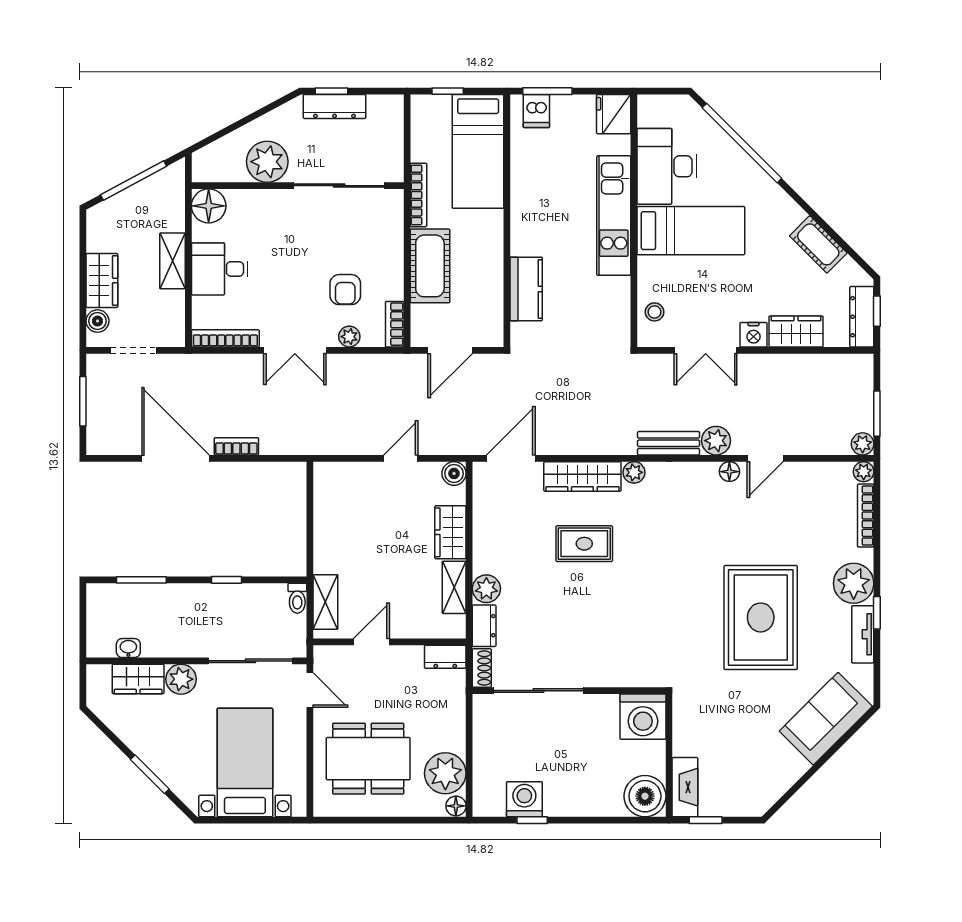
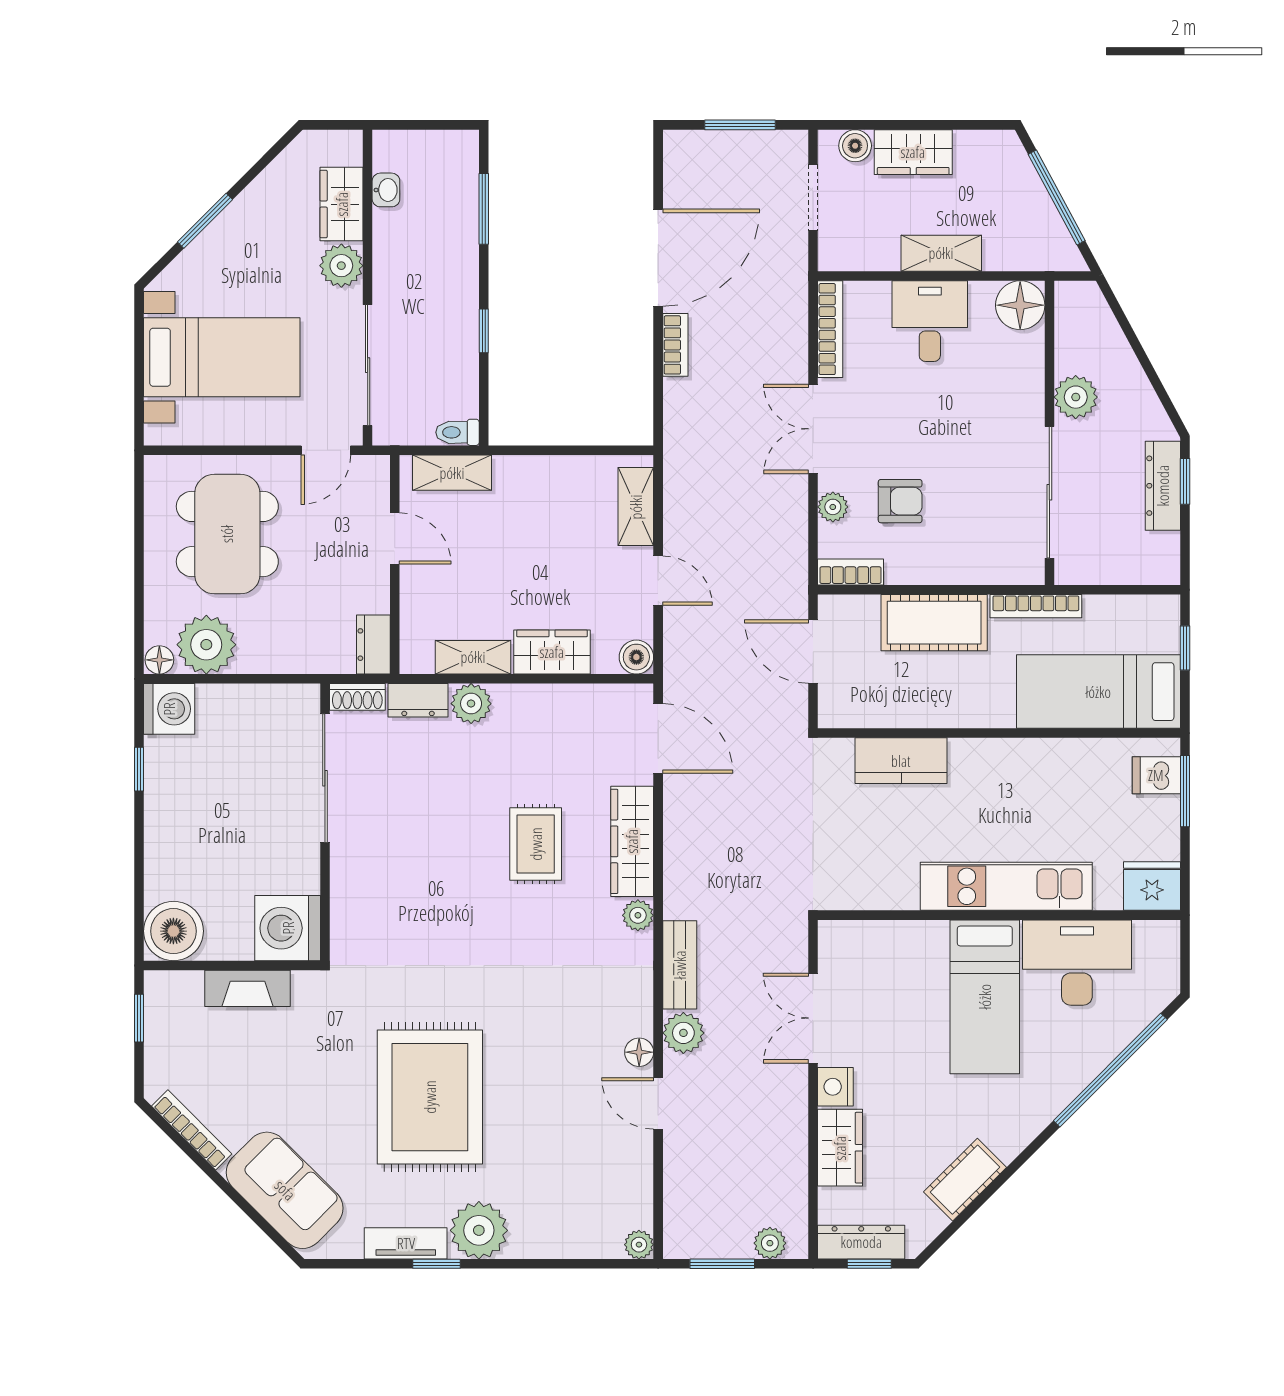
plant: (267, 162) -> (1076, 397), width x0.73, depth x0.73
armchair: (345, 290) -> (900, 501), turned 180
stool: (655, 312) -> (868, 945), removed
plant: (863, 444) -> (770, 1243), moved
shelving: (349, 474) -> (636, 507), added
bookcase: (866, 516) -> (192, 1130), moved, turned 45
rug: (761, 617) -> (430, 1097), turned 90
fireplace: (685, 787) -> (247, 988), moved
washing machine: (524, 799) -> (169, 709), moved

